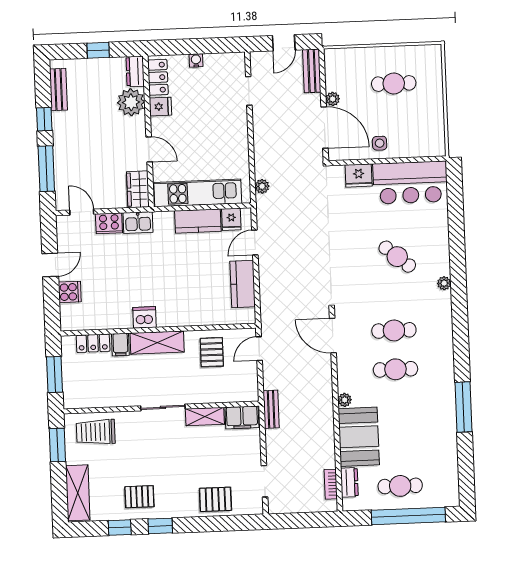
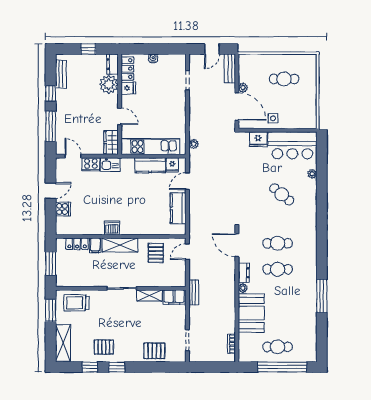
plant: (444, 283) -> (312, 174), moved
dresser: (349, 482) -> (244, 273), moved

